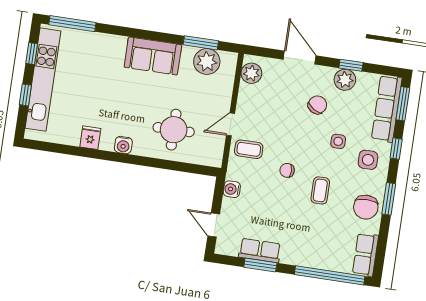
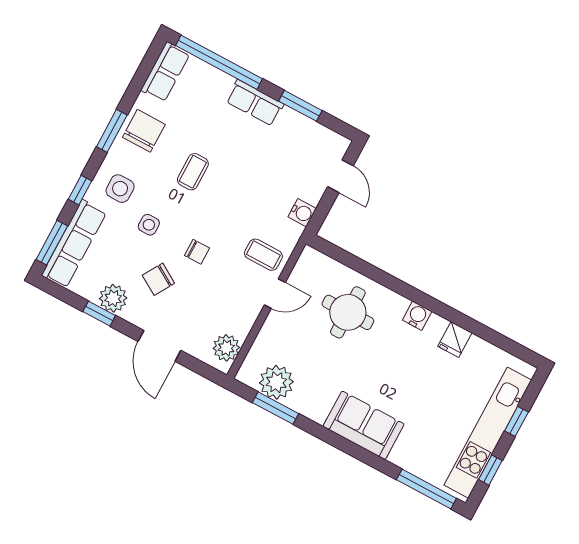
sofa: (153, 56) -> (364, 425), moved
chair: (287, 170) -> (197, 252), moved
row of seats: (260, 251) -> (255, 103), moved

